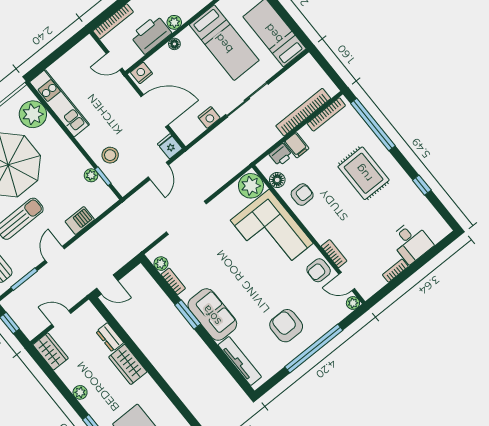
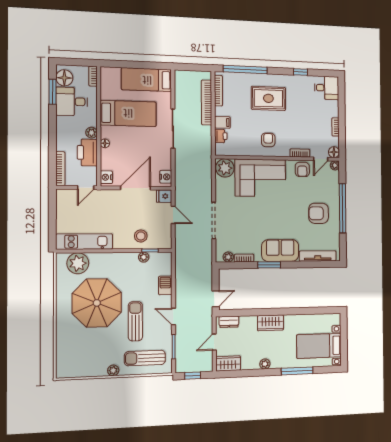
nightstand: (209, 117) -> (166, 177), moved
floor lamp: (277, 180) -> (334, 152), moved
armchair: (302, 195) -> (268, 140), moved
desk: (411, 242) -> (327, 88), moved
dresser: (110, 337) -> (229, 322), moved

